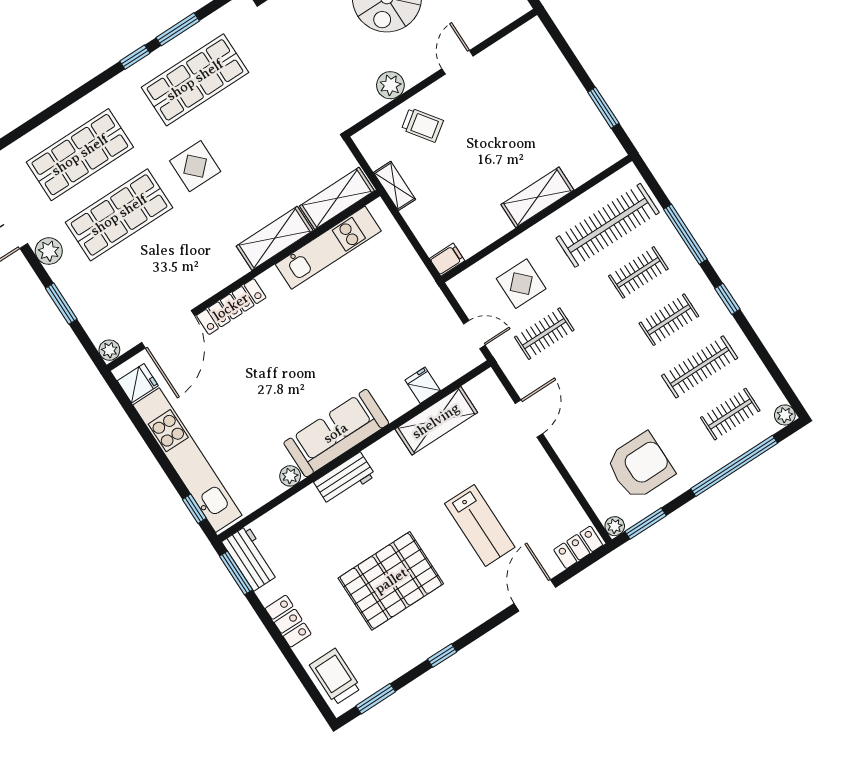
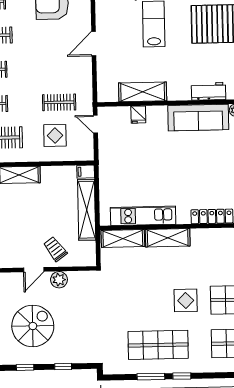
door: (458, 62) -> (34, 270), moved
shelving: (395, 186) -> (87, 210), width x2.20, depth x1.33
door: (529, 418) -> (94, 44), moved

